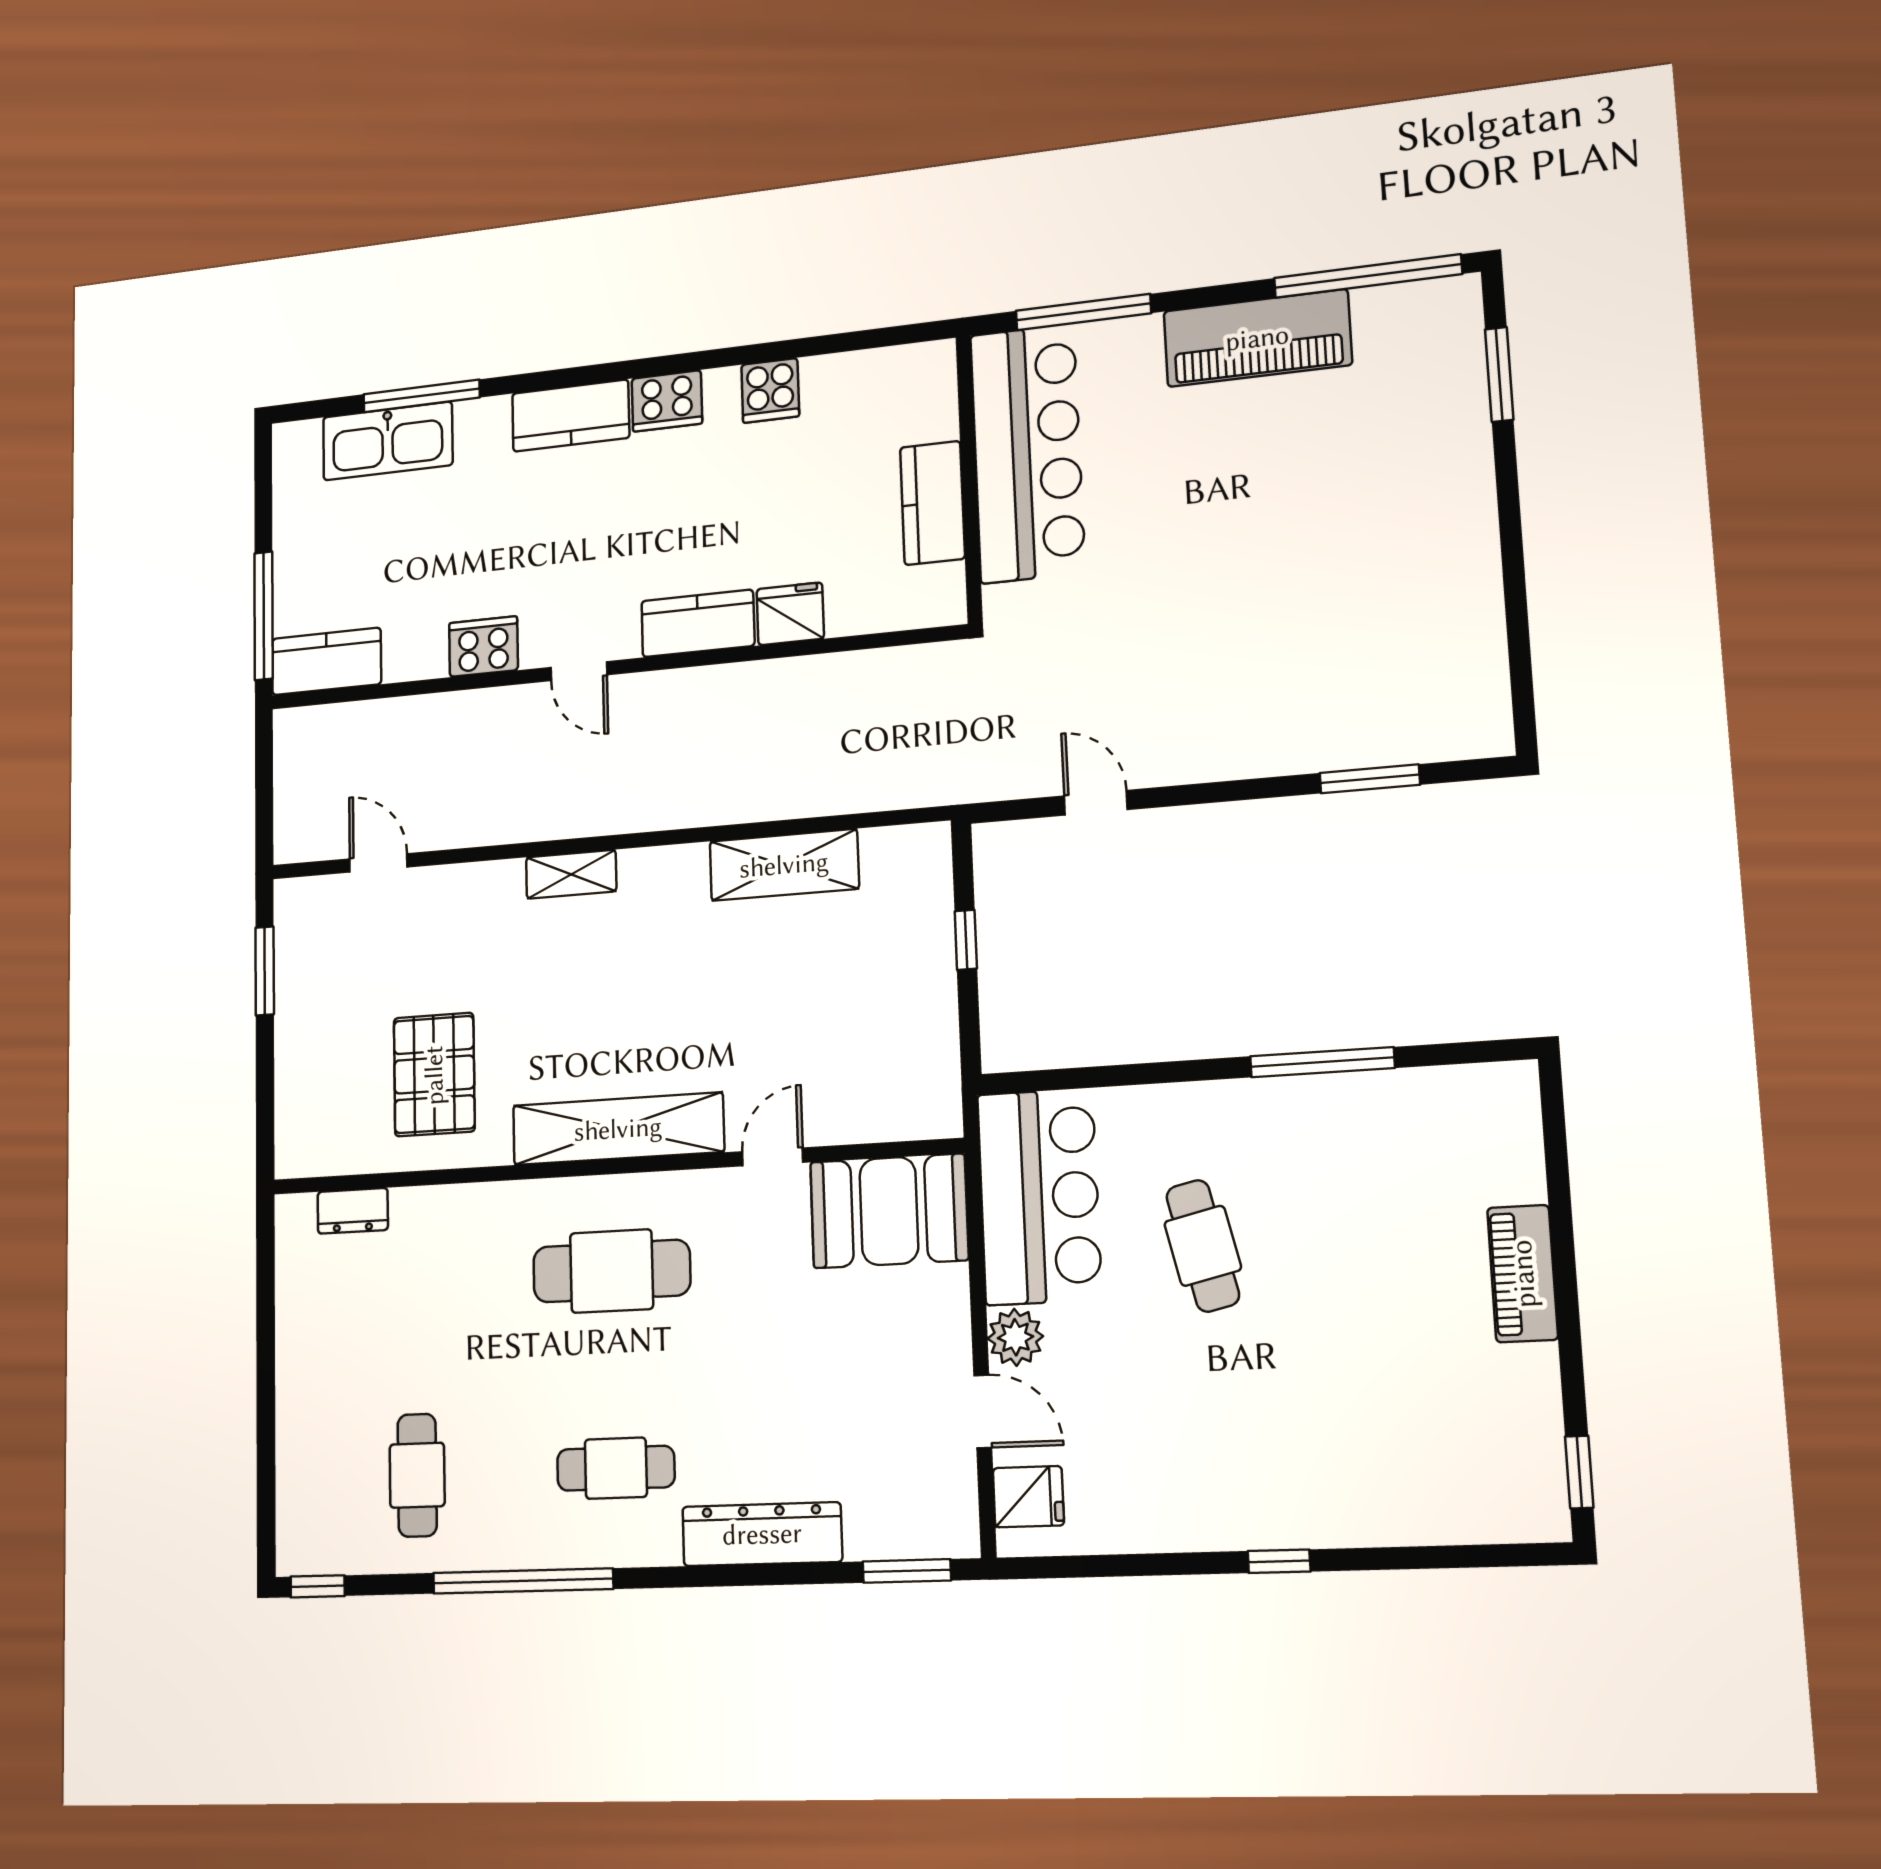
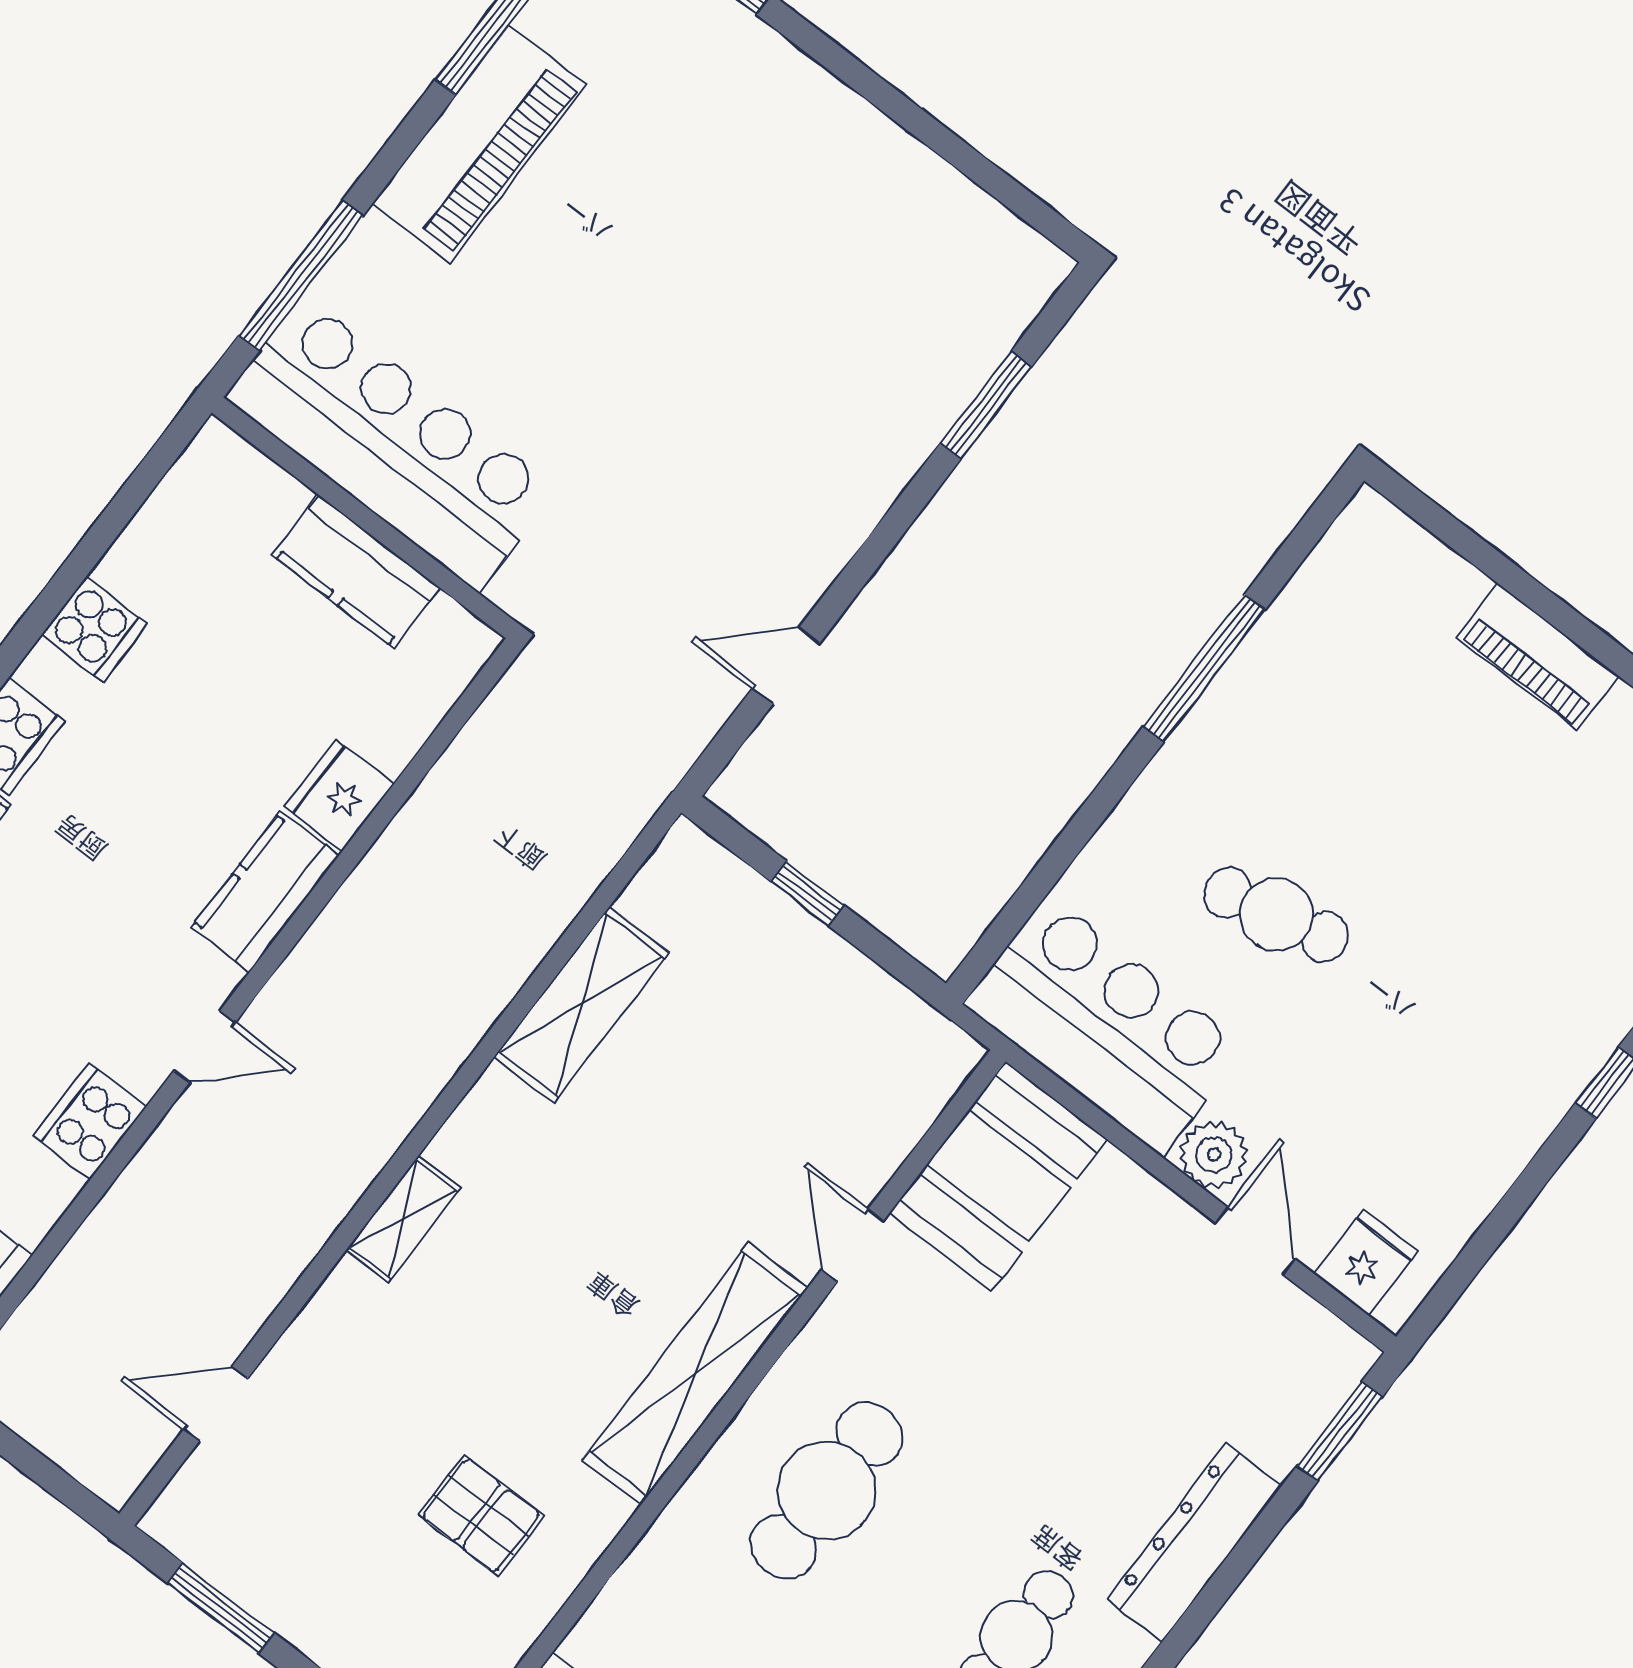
pallet: (434, 1075) -> (481, 1515), width x0.67, depth x0.71
door: (983, 1411) -> (1255, 1241), hinge flipped

